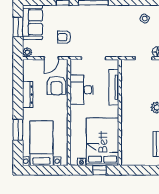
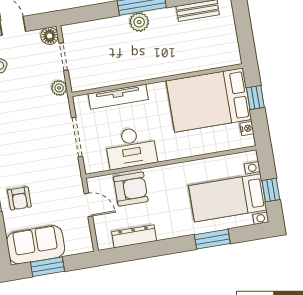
armchair: (64, 37) -> (19, 198), moved
plant: (27, 52) -> (59, 88), moved
dresser: (28, 95) -> (134, 236), moved
window: (42, 170) -> (271, 190), added

